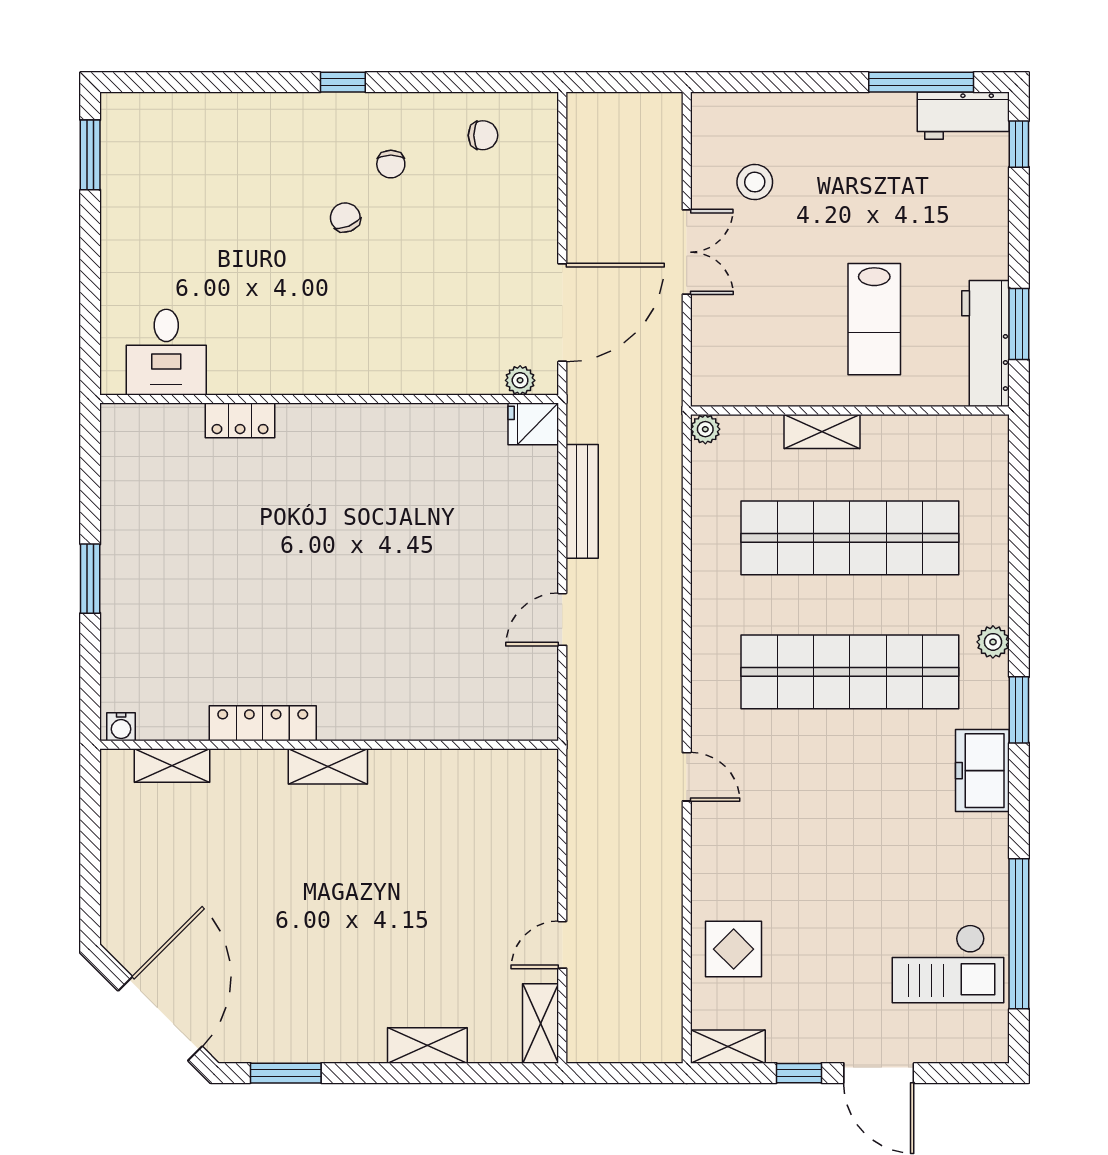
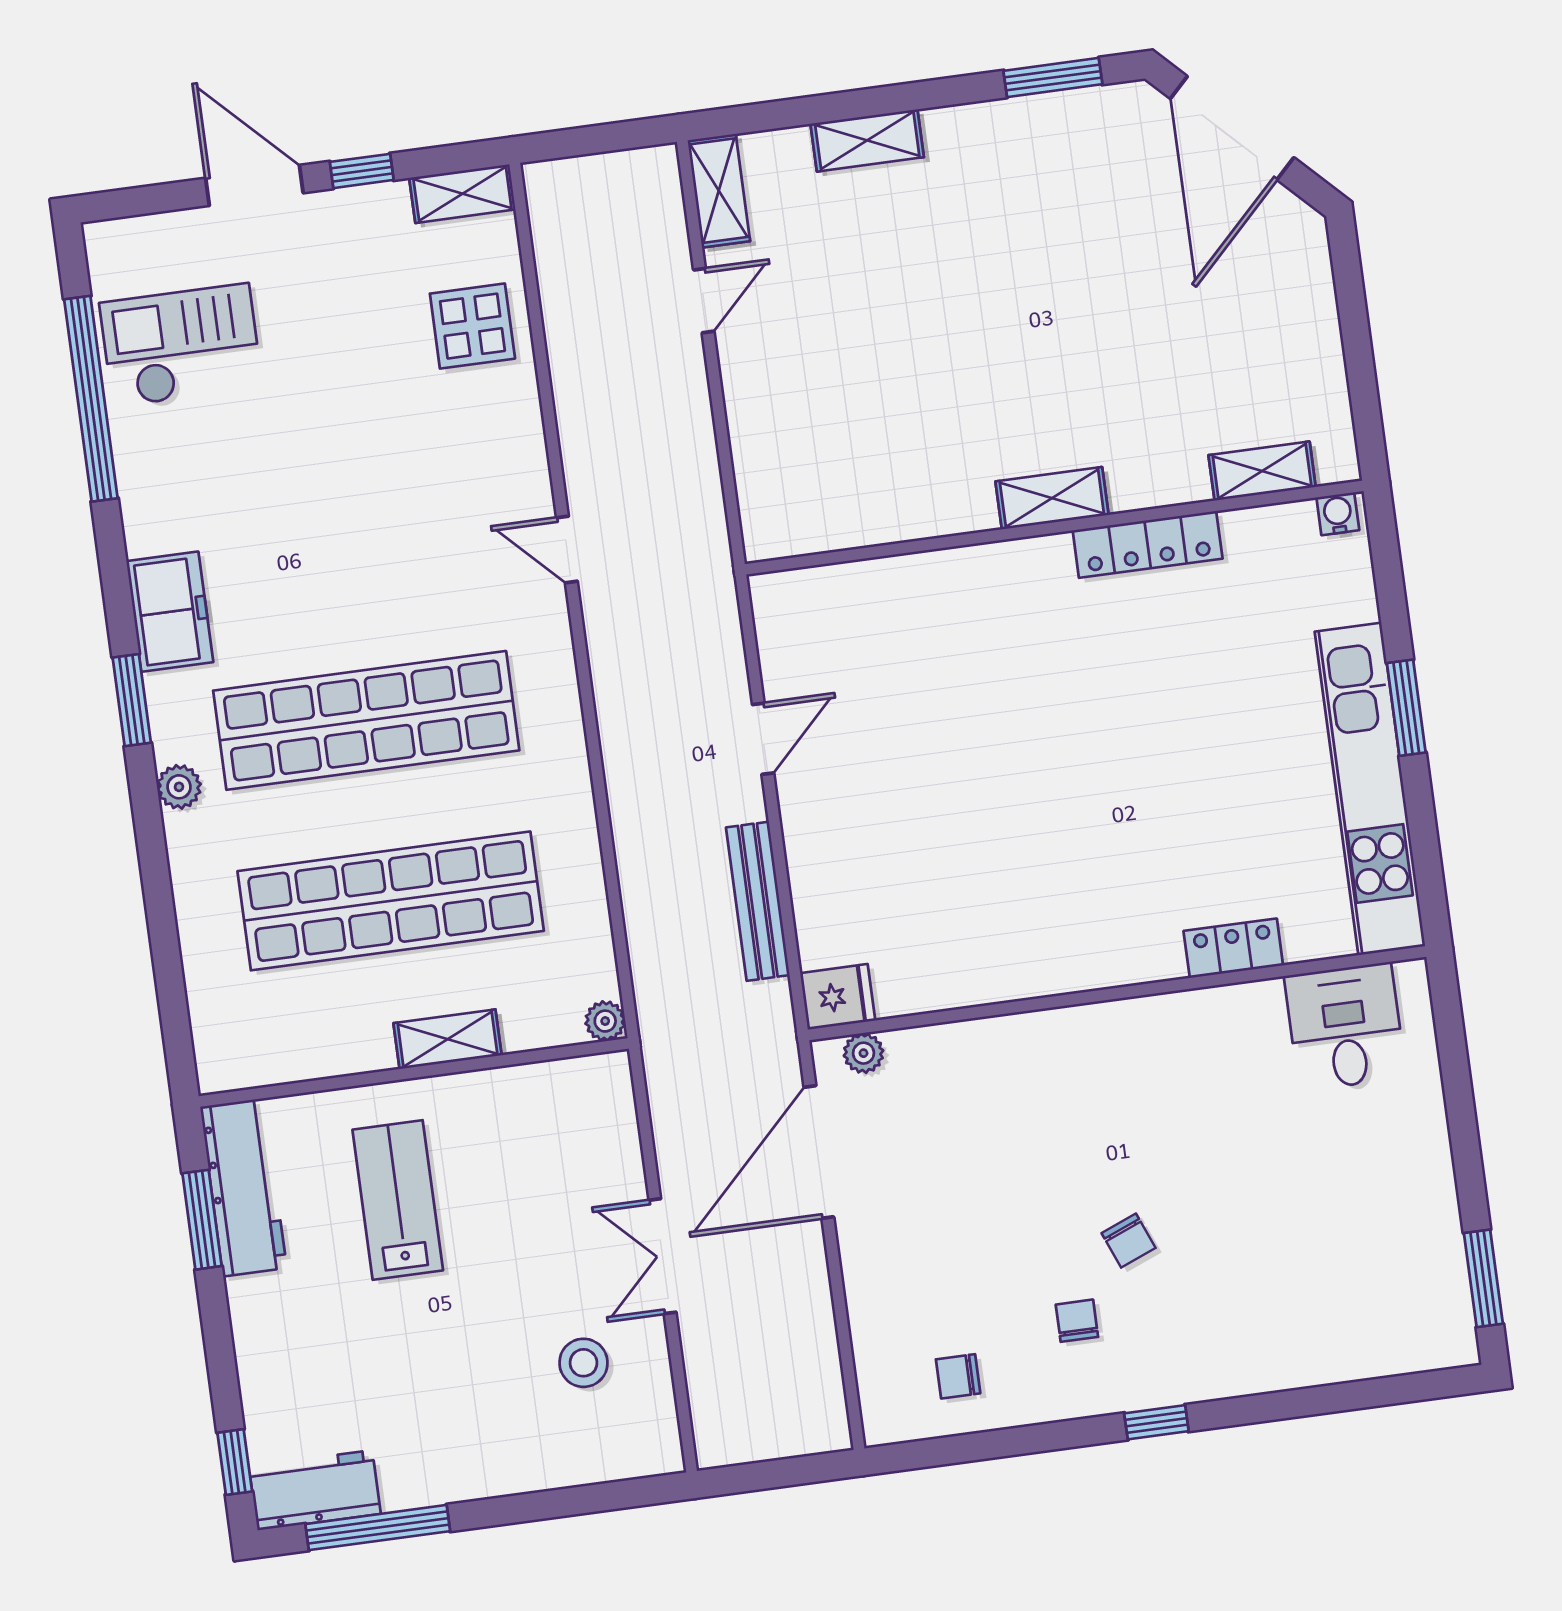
kitchen unit: (125, 523) -> (1370, 789), added

